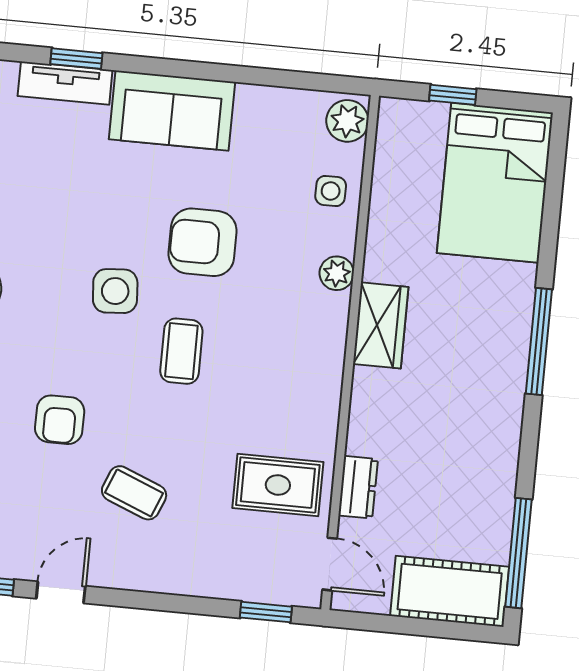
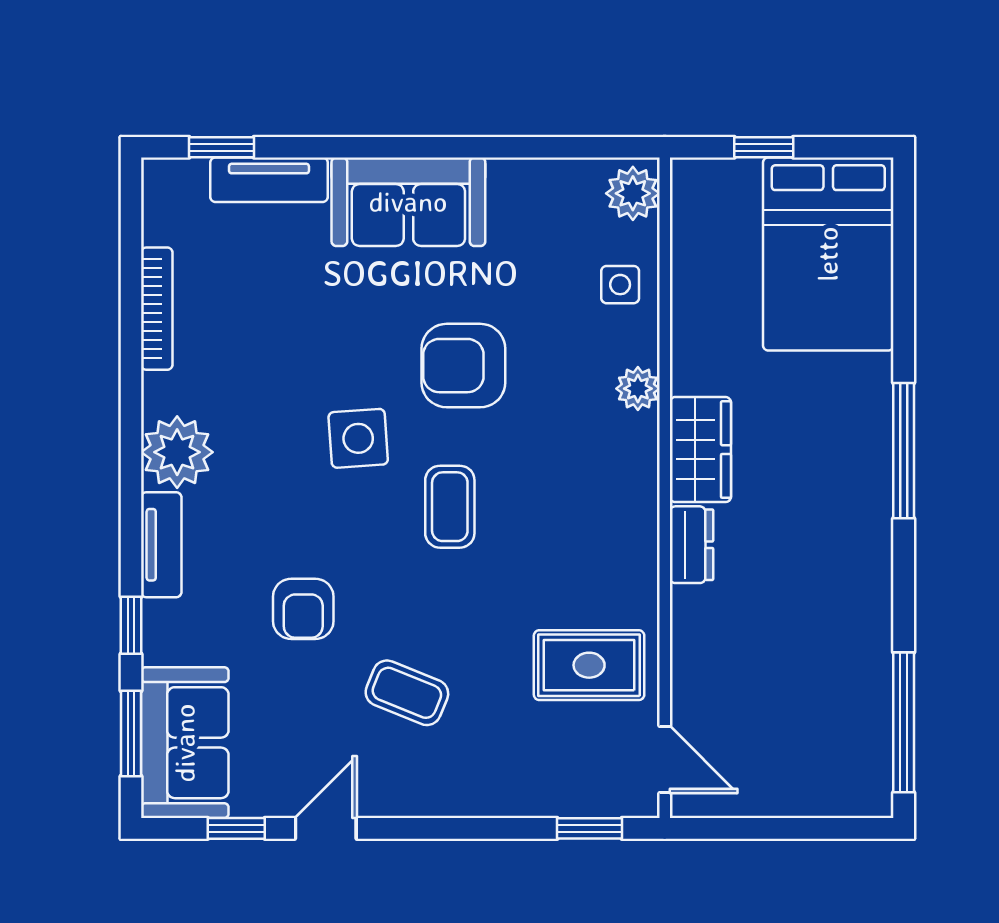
window: (76, 59) -> (221, 147), moved
dresser: (358, 487) -> (691, 545), moved
cot: (450, 591) -> (821, 779), removed

